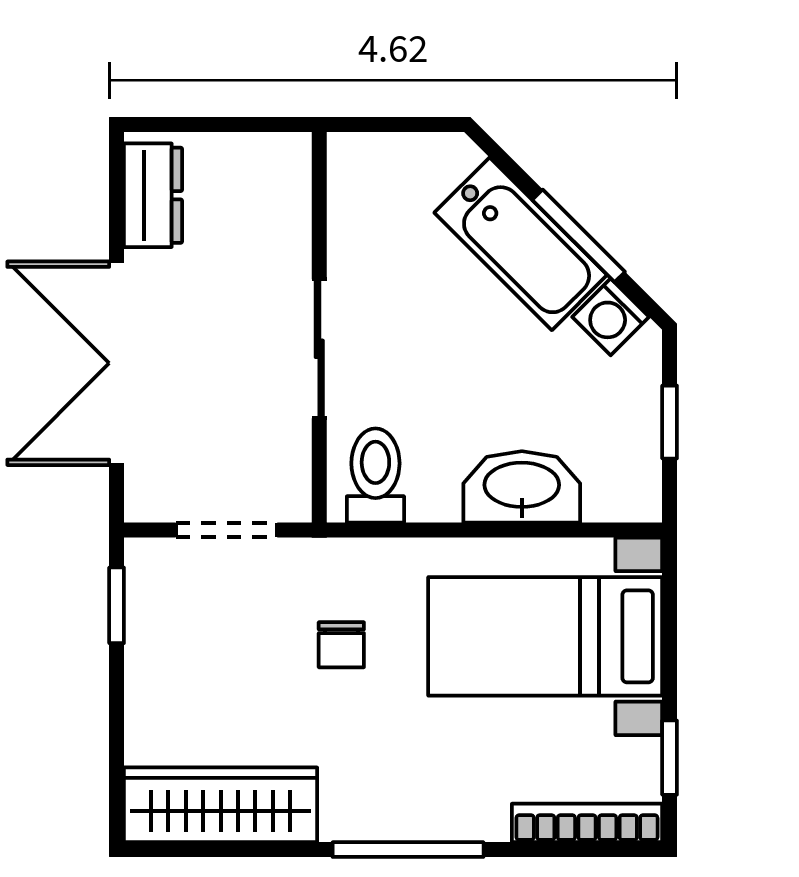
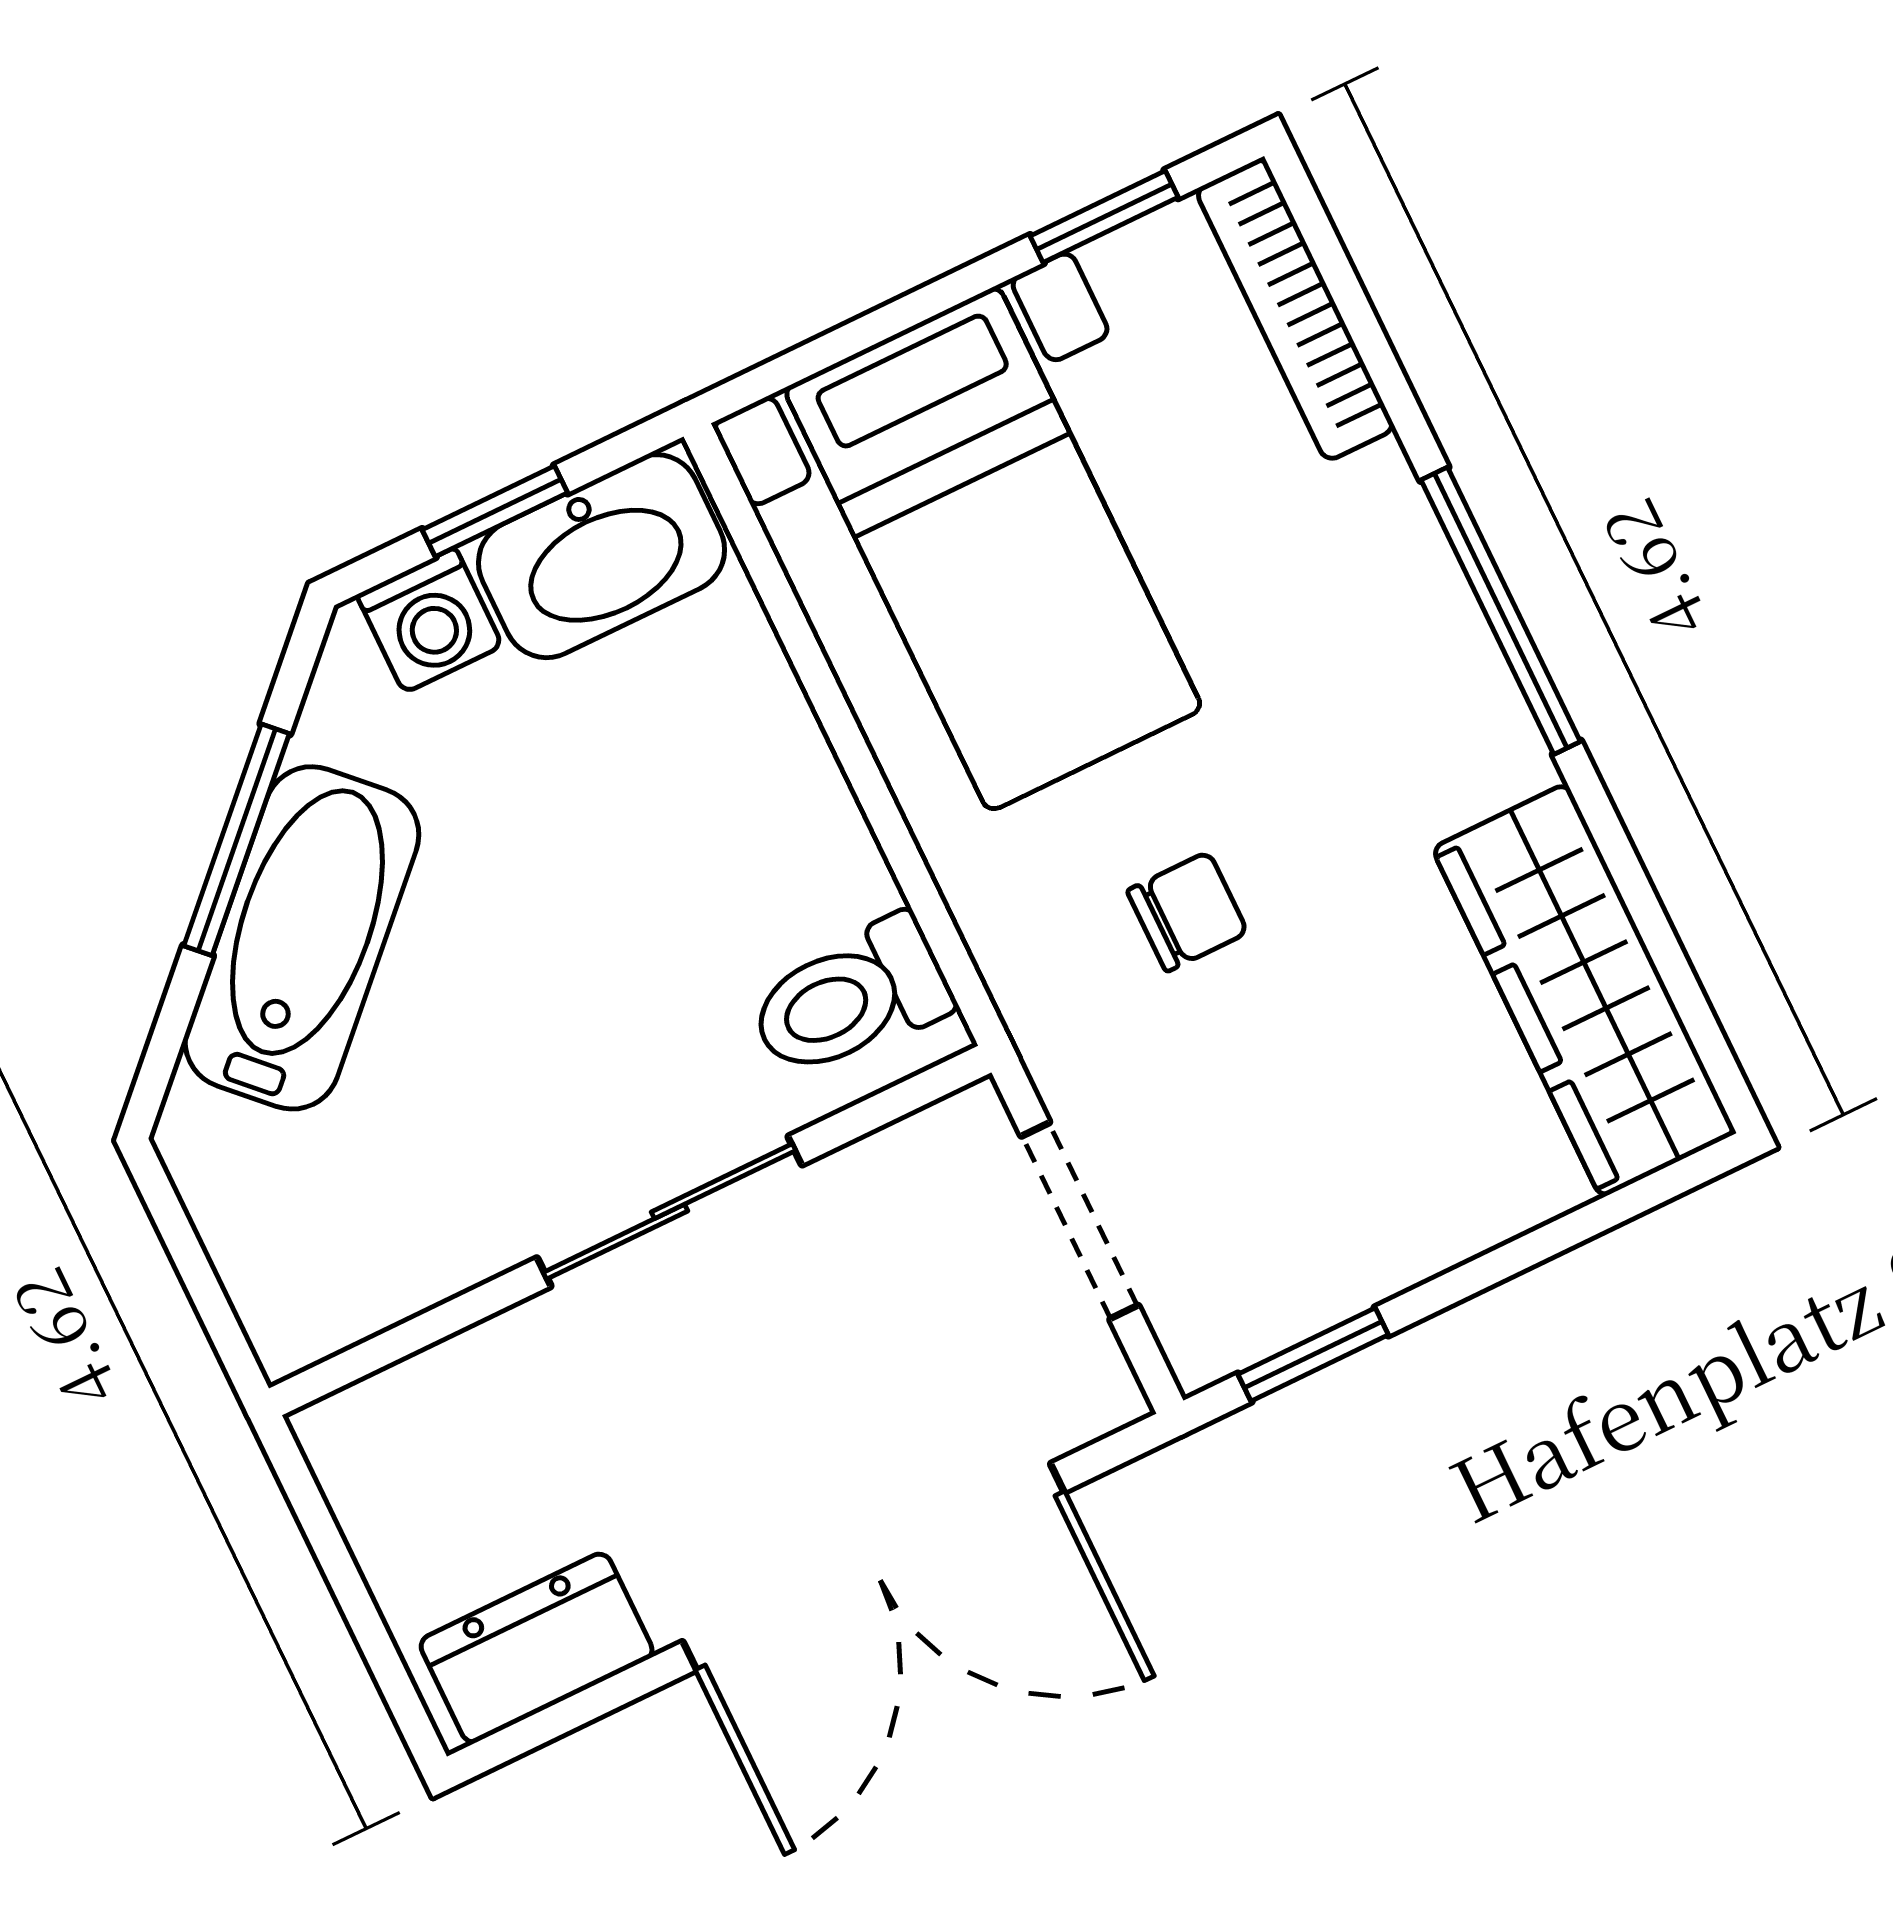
washing machine: (611, 317) -> (430, 620), moved, turned 45
washbasin: (522, 487) -> (602, 556), moved, turned -90

